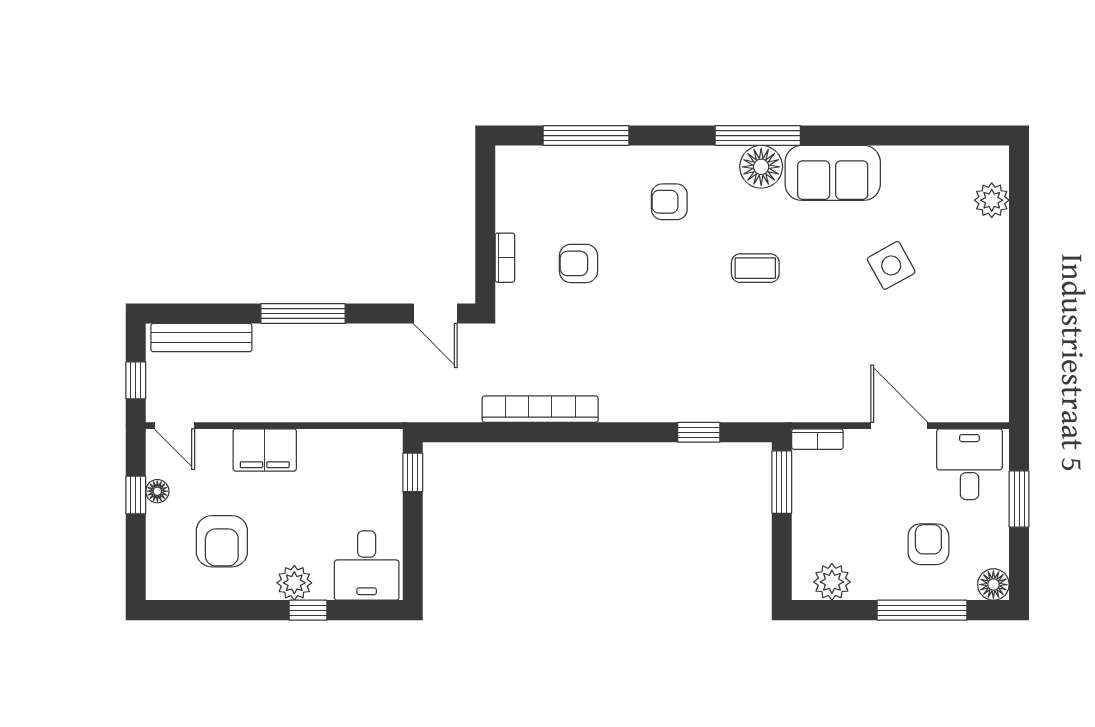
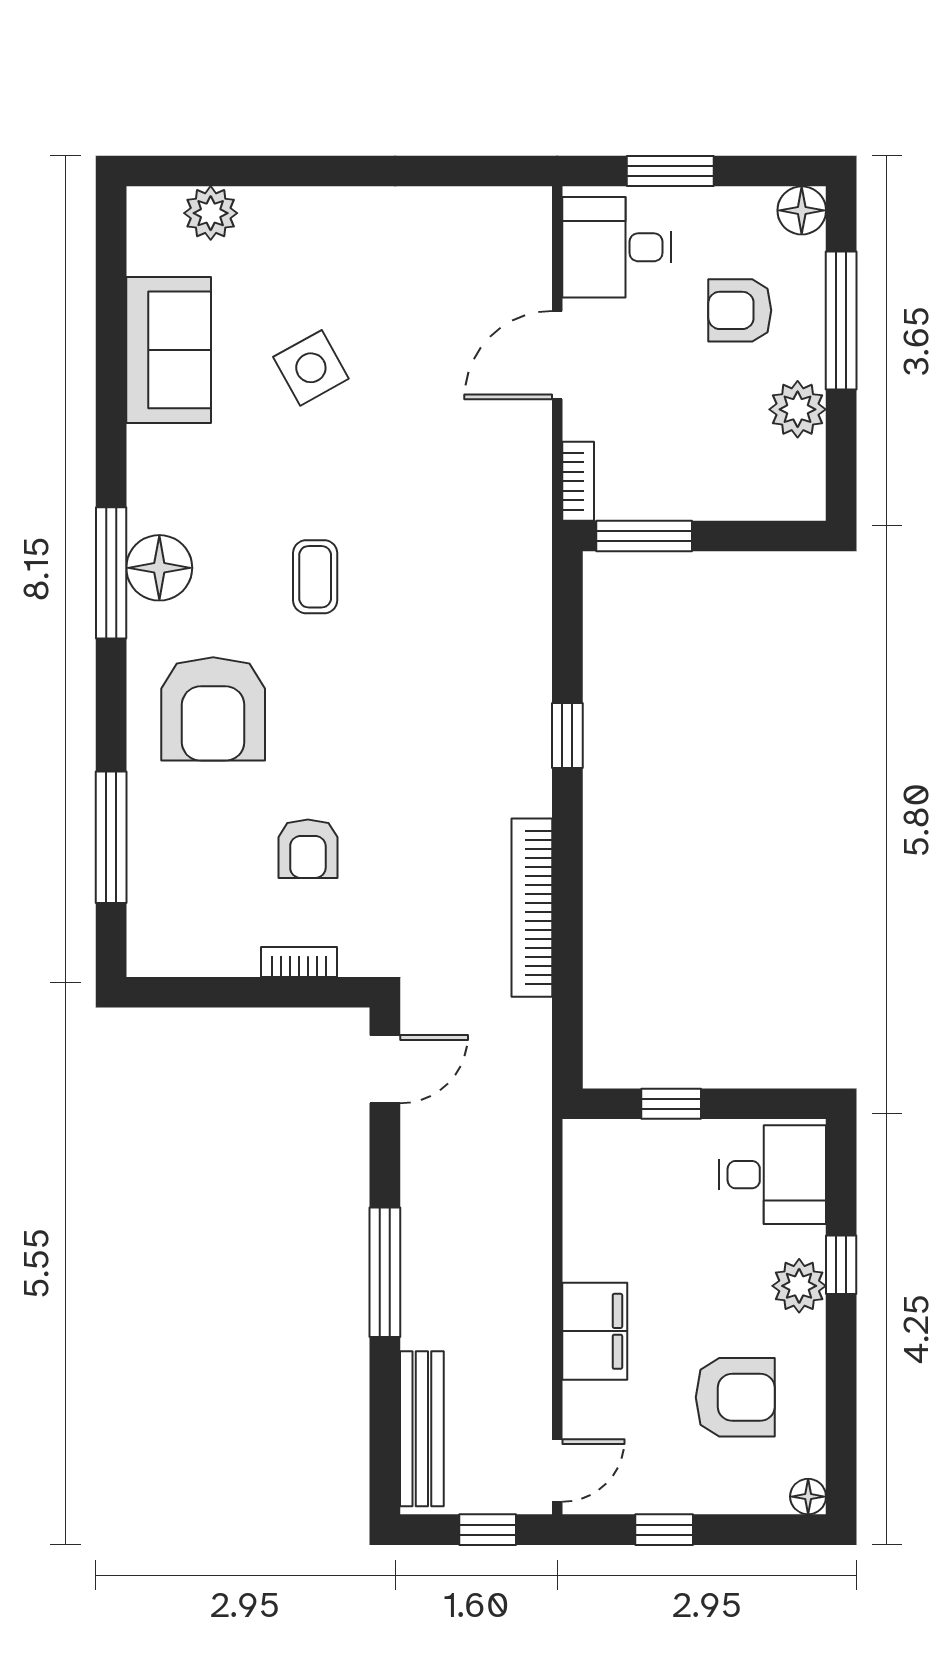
sofa: (833, 173) -> (169, 350), moved
armchair: (669, 202) -> (213, 709), width x1.88, depth x1.88
window: (699, 432) -> (567, 736), moved
window: (413, 472) -> (671, 1104), moved
floor lamp: (157, 491) -> (808, 1497), moved
plant: (832, 582) -> (798, 409), moved

